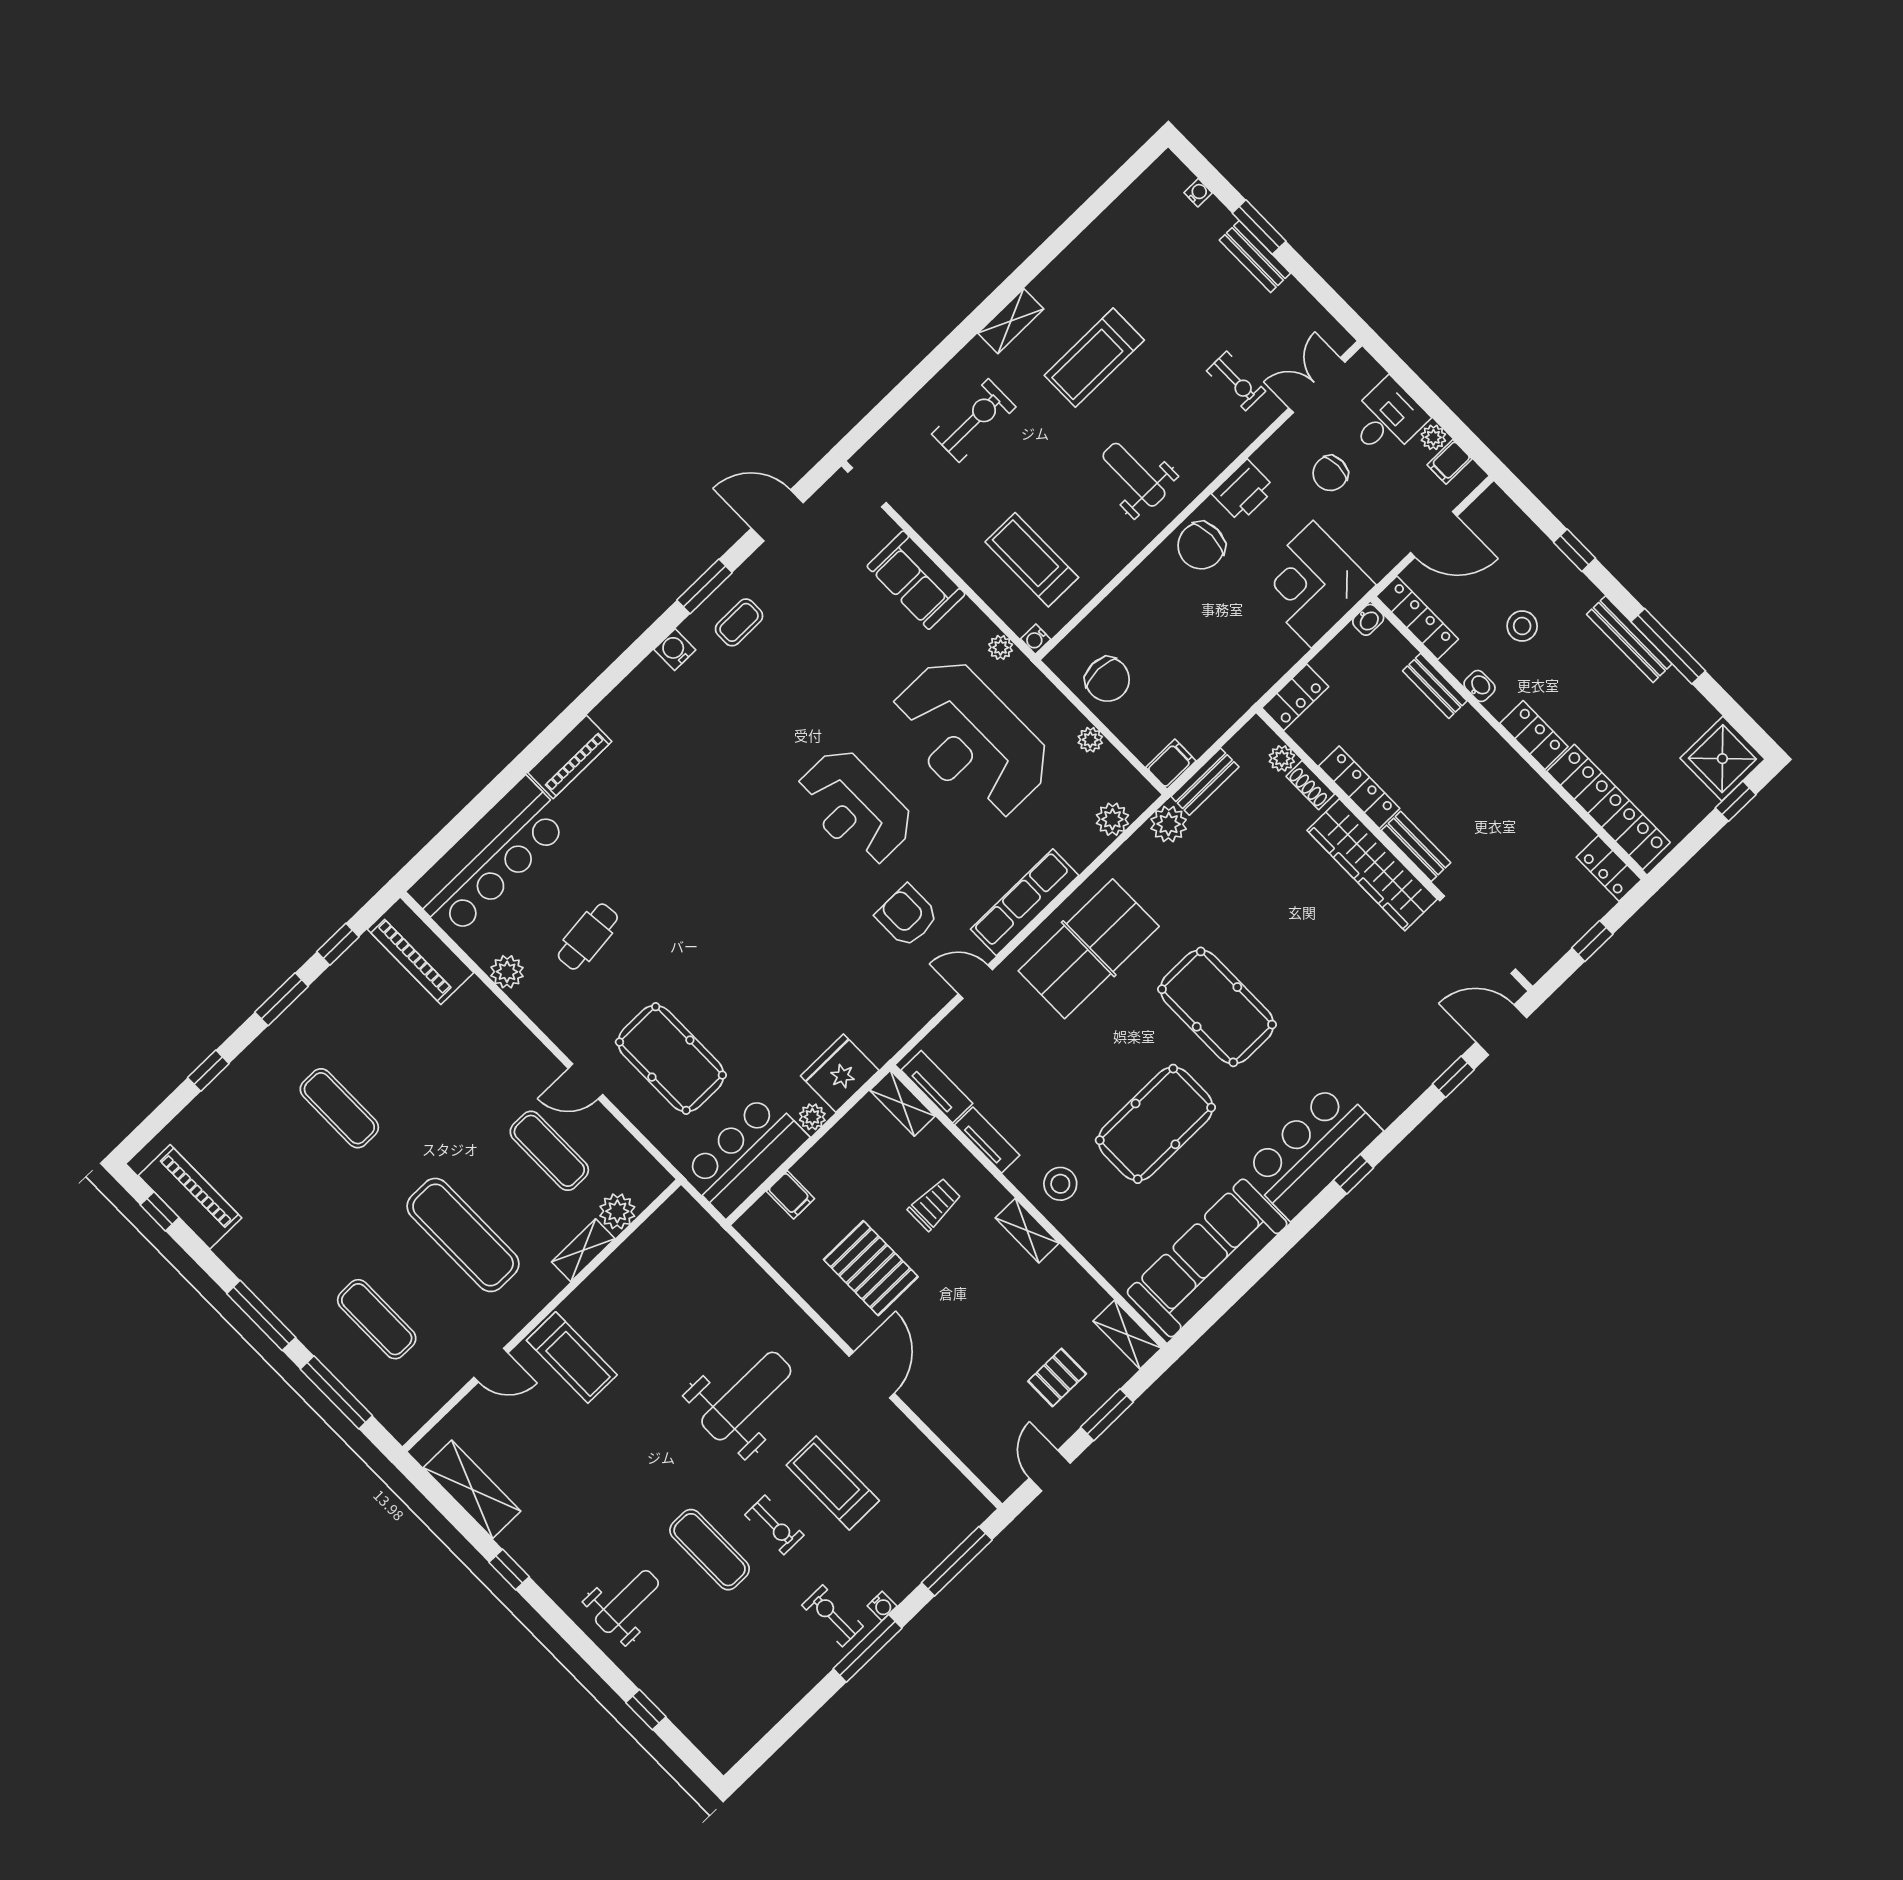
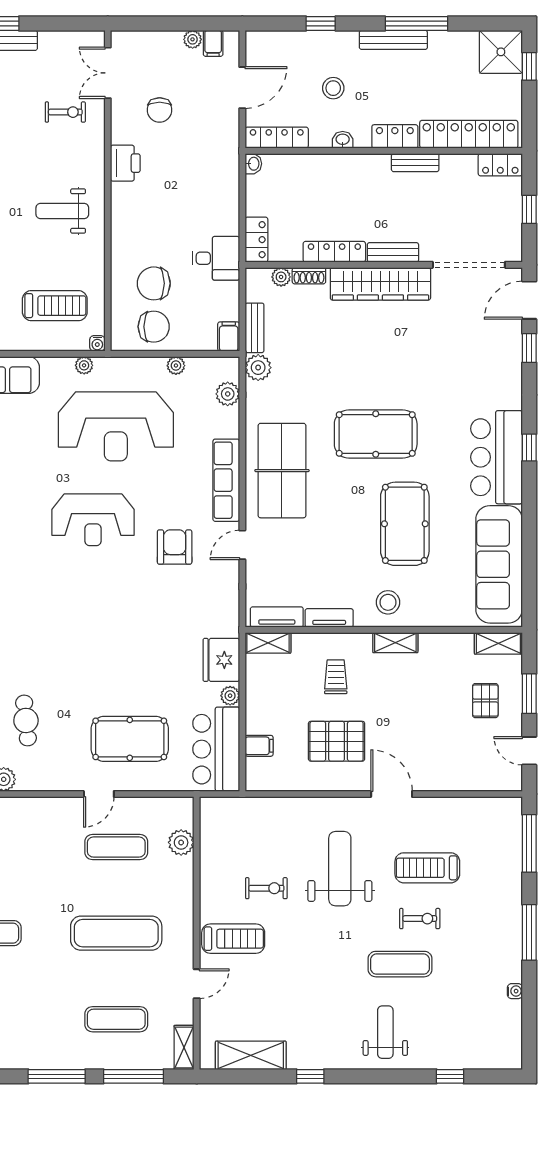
desk: (1387, 419) -> (216, 258), moved, turned 90
chair: (1201, 546) -> (154, 283), moved, turned 90
treadmill: (1032, 560) -> (55, 306), turned 180
corner desk: (1312, 584) -> (207, 175), removed
bench: (1435, 686) -> (415, 163), moved
armchair: (907, 916) -> (175, 547), turned 90
shelving: (583, 1250) -> (184, 1047), moved
water cooler: (882, 1606) -> (515, 991), moved
exercise bike: (832, 1616) -> (266, 888), moved, turned 180

